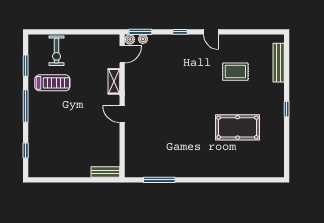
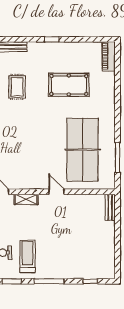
door: (122, 114) -> (57, 192), swing flipped
pool table: (238, 127) -> (69, 85), turned 90
table tennis table: (168, 142) -> (83, 150), added
piano: (268, 170) -> (109, 56), added

